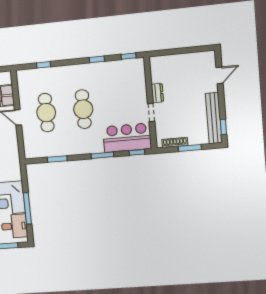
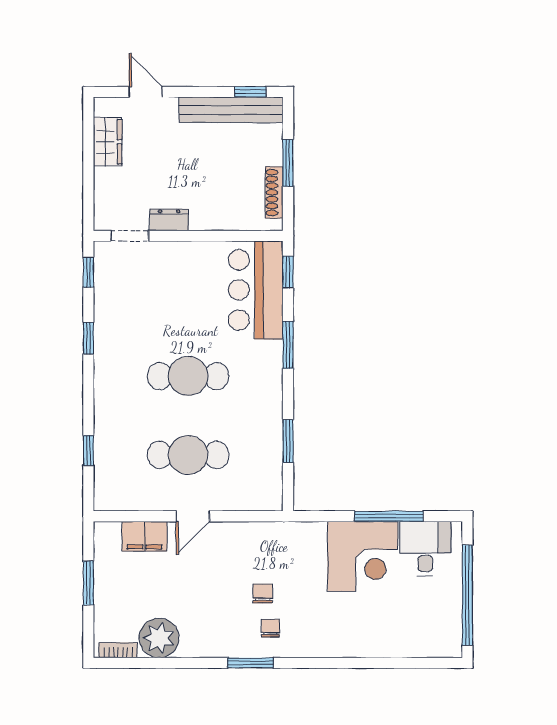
wardrobe: (193, 59) -> (108, 142), added
doorway: (151, 113) -> (130, 236), moved

